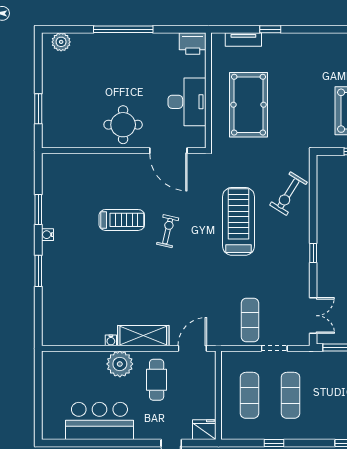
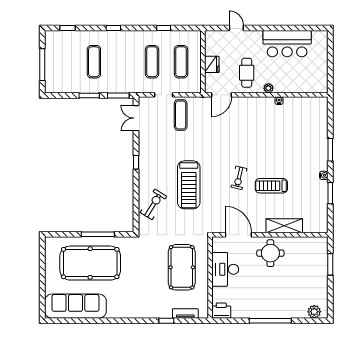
shelving: (143, 336) -> (284, 226), moved
plant: (120, 364) -> (268, 88), width x0.53, depth x0.53
fridge: (204, 430) -> (212, 64), moved, turned -90

